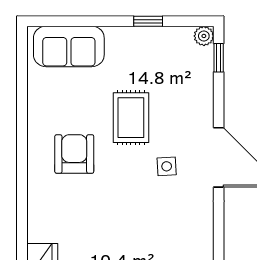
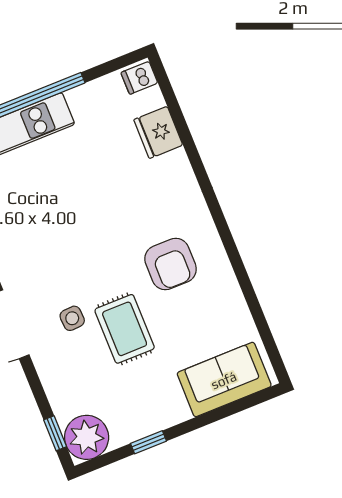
plant: (204, 36) -> (87, 437), width x1.88, depth x1.88
side table: (167, 166) -> (72, 318), moved

